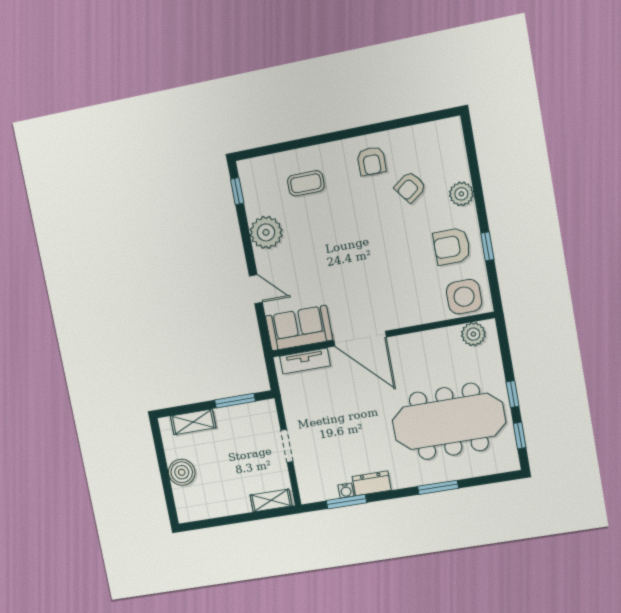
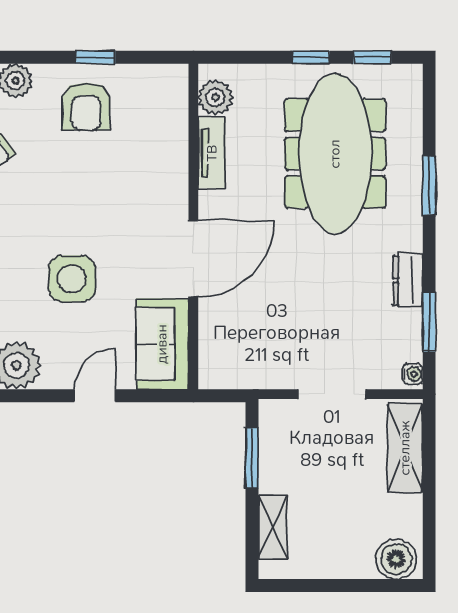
side table: (464, 297) -> (72, 279), moved
tv unit: (305, 361) -> (212, 153), moved
doorway: (287, 446) -> (332, 394), width x1.38
boiler: (182, 472) -> (396, 559), moved
water cooler: (346, 491) -> (413, 374), moved
shelving: (271, 500) -> (405, 448), width x1.50, depth x1.33

